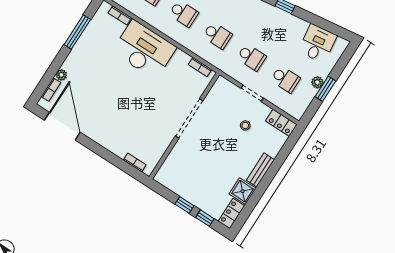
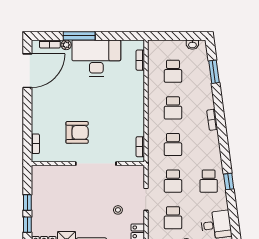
school desk: (273, 24) -> (209, 181), added
window: (77, 32) -> (79, 36), moved
desk: (144, 50) -> (96, 58), moved, turned -90
armchair: (149, 117) -> (77, 132), added

